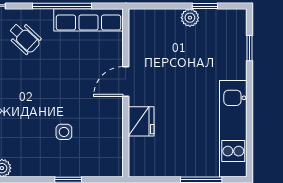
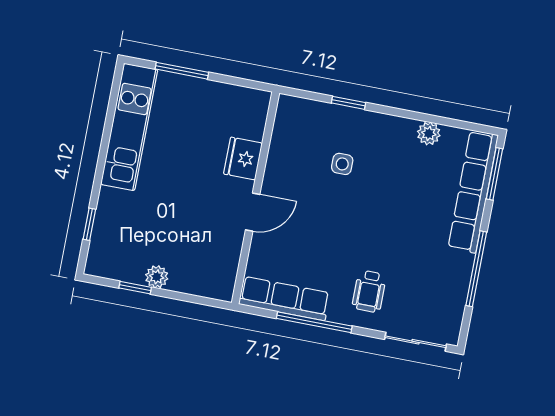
wheelchair: (24, 38) -> (369, 291), turned -133

